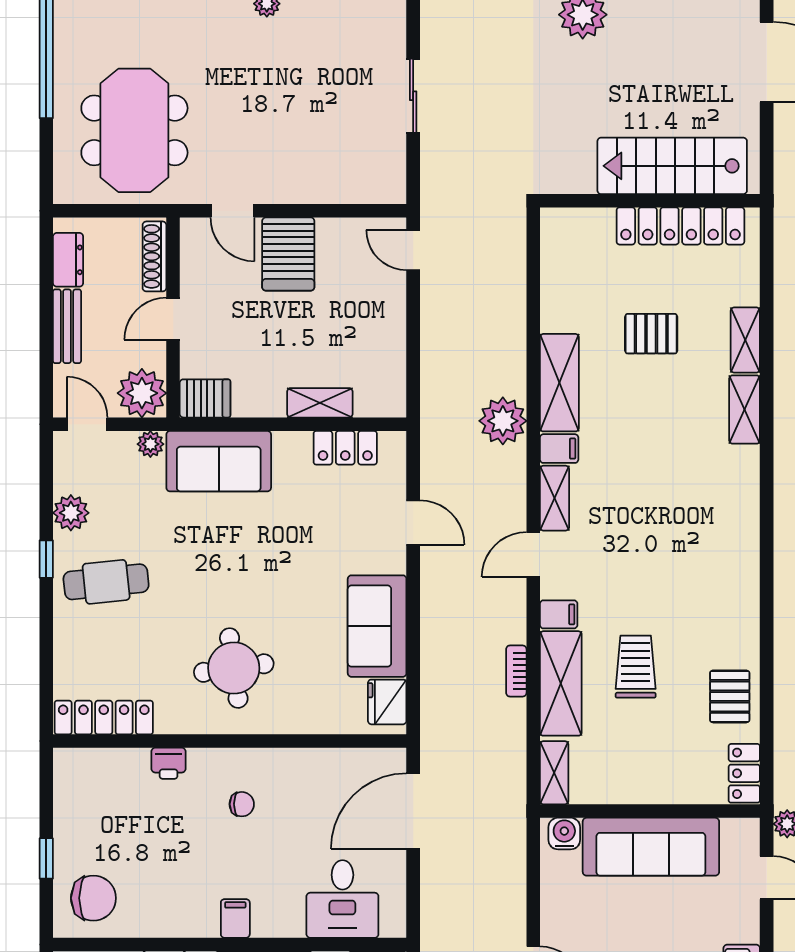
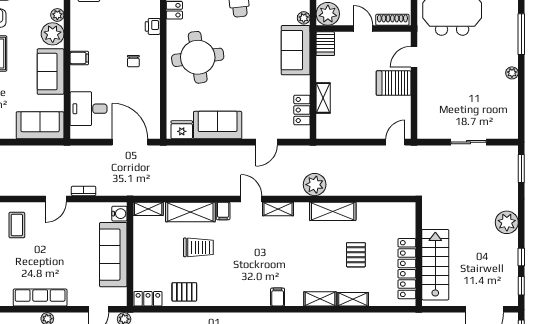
filing cabinet: (559, 449) -> (278, 297), moved, turned 180
round table: (234, 668) -> (198, 57), width x1.36, depth x1.36
bookcase: (516, 671) -> (84, 191), moved

